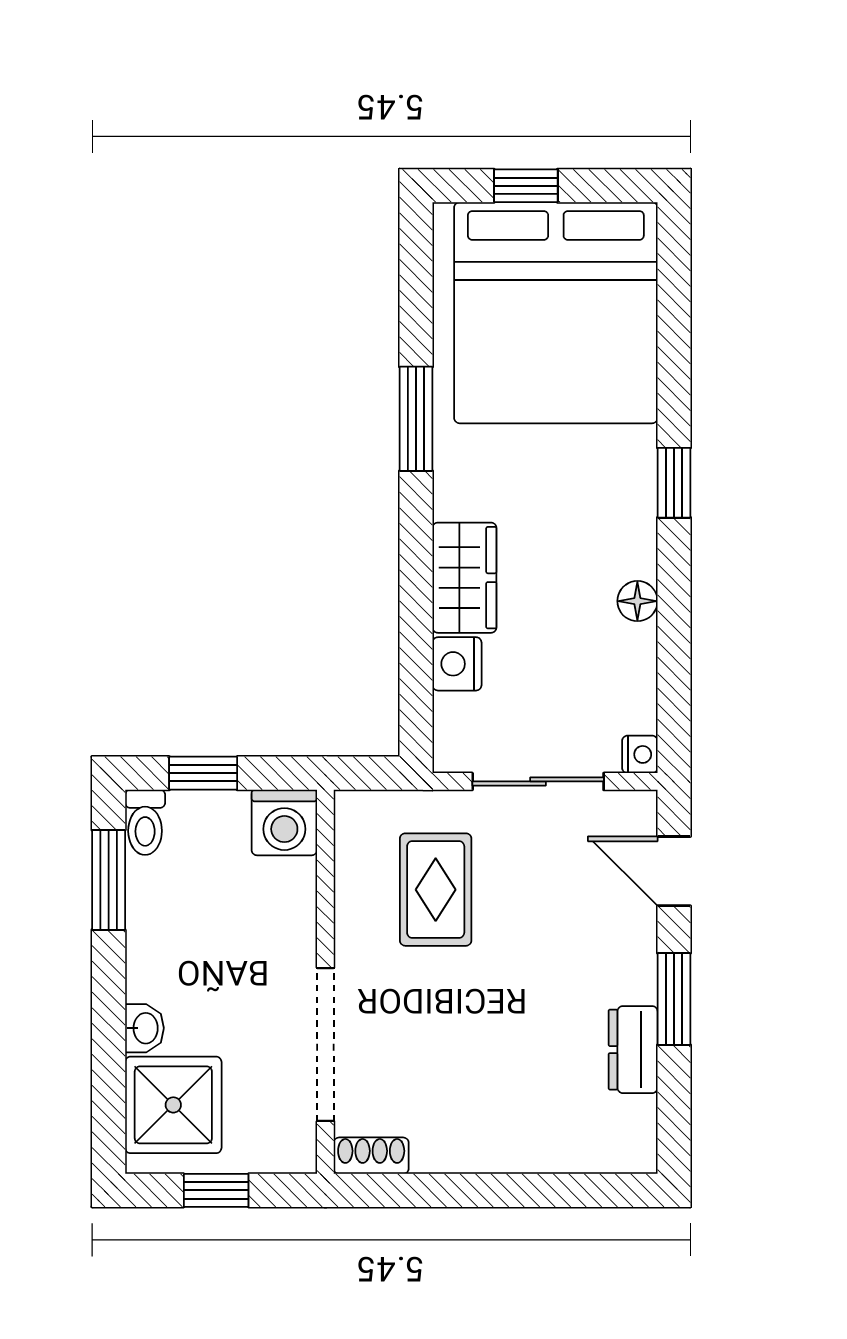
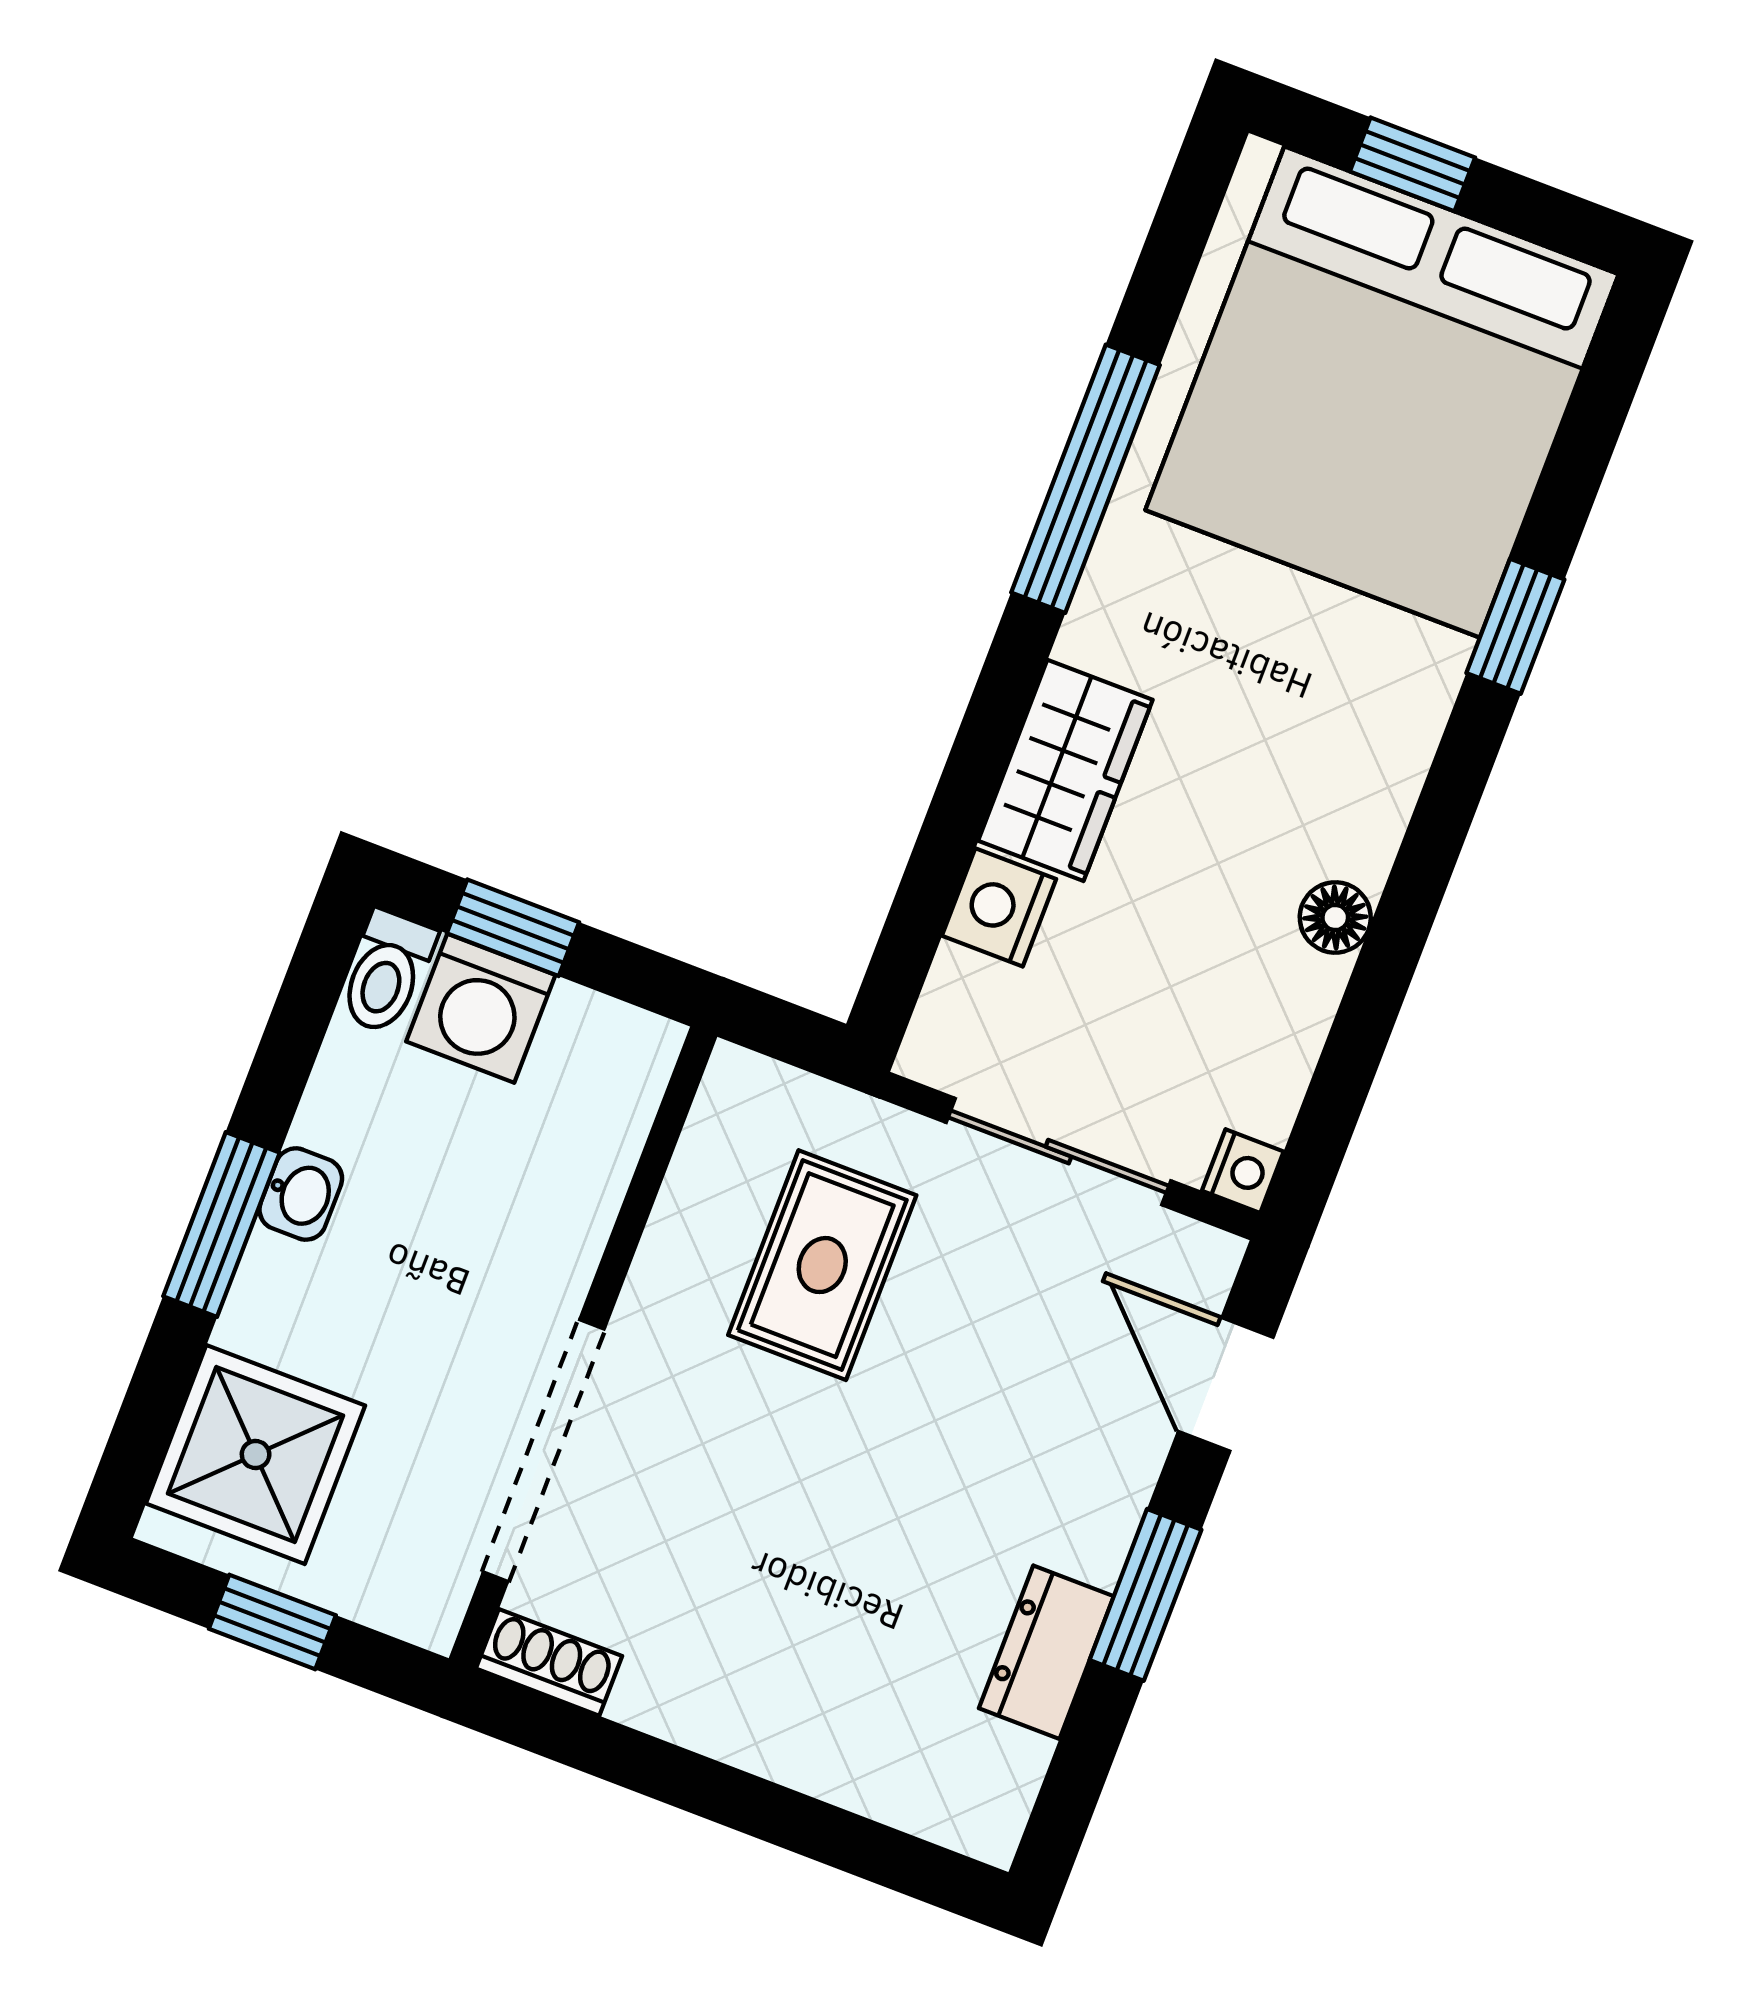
window: (416, 419) -> (1085, 479), width x1.44
window: (674, 483) -> (1515, 626), moved
washing machine: (284, 822) -> (481, 1008), moved
window: (109, 880) -> (221, 1224), moved
washbasin: (144, 1028) -> (301, 1194), moved

